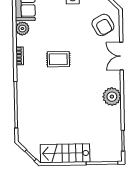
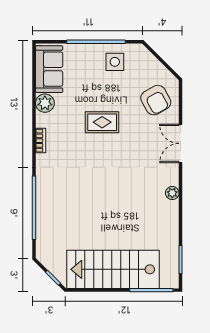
rug: (58, 59) -> (102, 122), moved
plant: (112, 97) -> (172, 193), width x0.53, depth x0.53
stairs: (65, 153) -> (113, 269), width x1.36, depth x1.51

